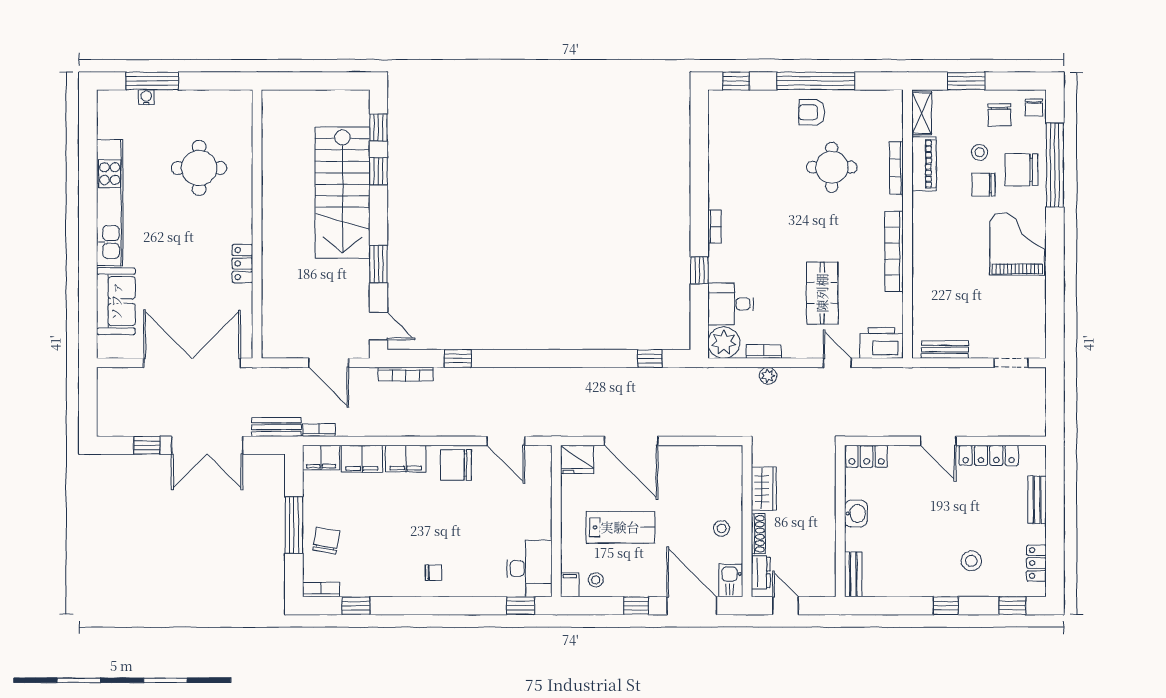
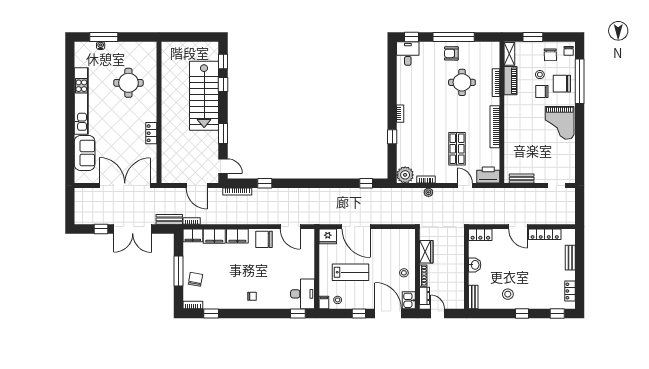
grand piano: (1017, 244) -> (560, 123), turned 180
desk: (731, 304) -> (408, 53), moved, turned 90
stool: (971, 561) -> (508, 294), moved

